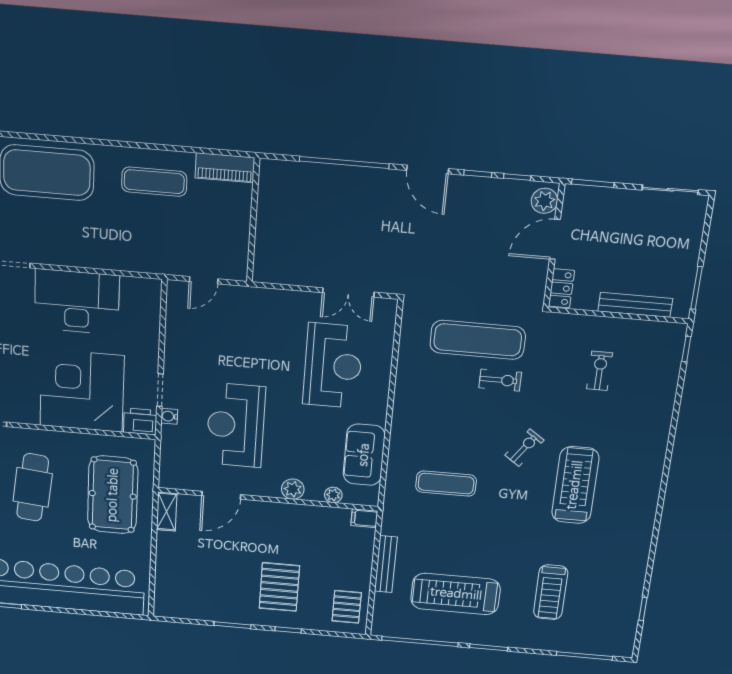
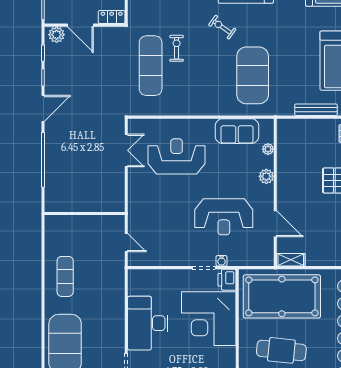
piano: (225, 168) -> (53, 233), removed
exercise mat: (446, 484) -> (253, 75), width x2.00, depth x1.45
pool table: (113, 495) -> (282, 296), width x1.36, depth x1.32
filing cabinet: (364, 518) -> (283, 127), removed

